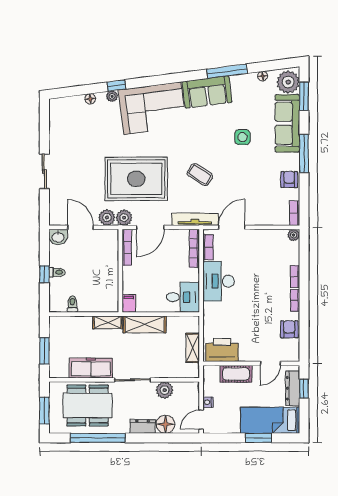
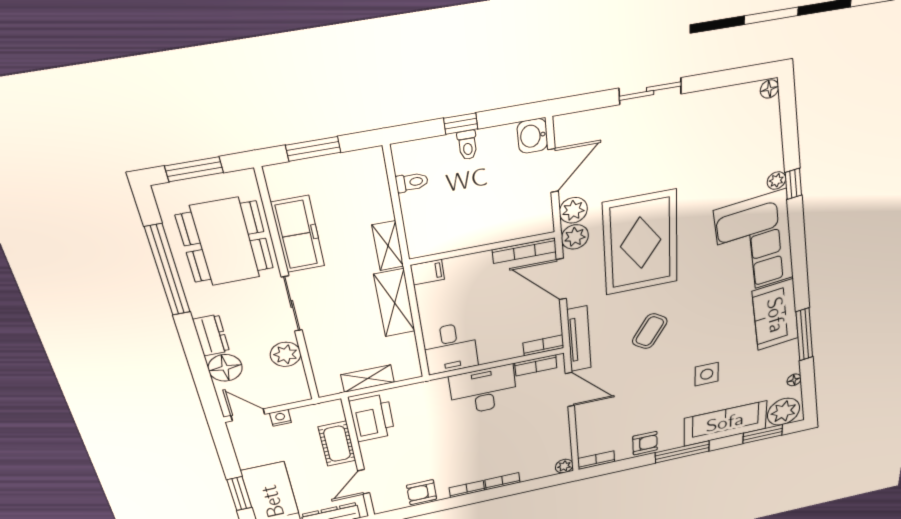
floor lamp: (90, 99) -> (769, 89), moved
bookcase: (194, 248) -> (543, 345), width x0.64
armchair: (289, 329) -> (422, 492), turned 180
door: (270, 363) -> (364, 482), hinge flipped

